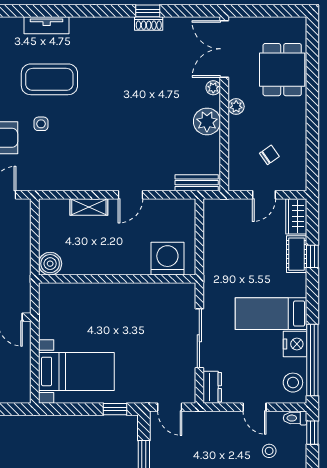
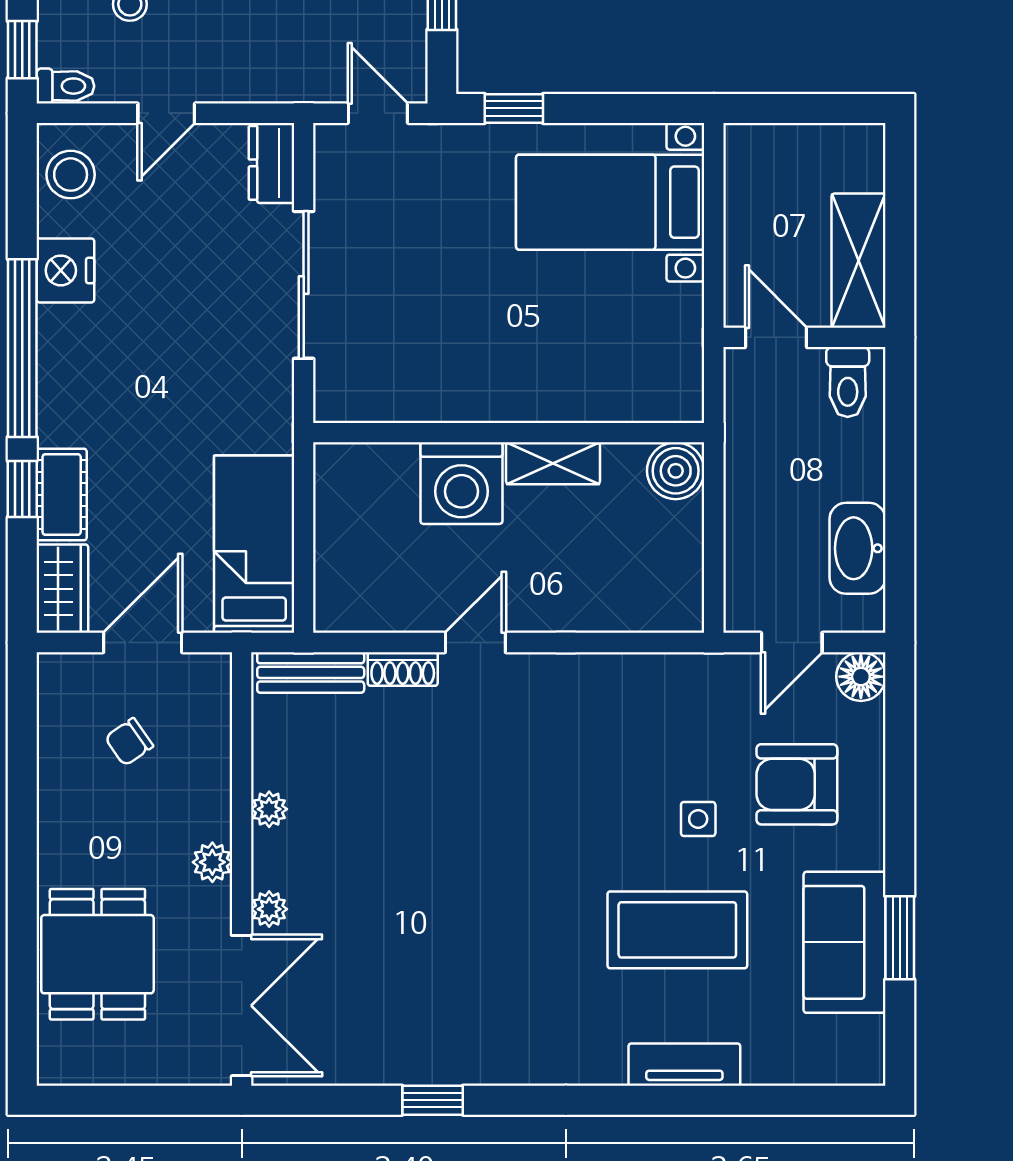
shoe rack: (149, 23) -> (403, 669), moved, turned 180
plant: (207, 121) -> (269, 809), width x0.53, depth x0.53
door: (264, 195) -> (143, 643), width x1.38
shelving: (89, 207) -> (553, 463), moved
washing machine: (167, 259) -> (461, 483), moved
bed: (271, 314) -> (254, 544), moved, turned -90
window: (312, 360) -> (22, 348), moved
door: (255, 407) -> (166, 113), swing flipped

